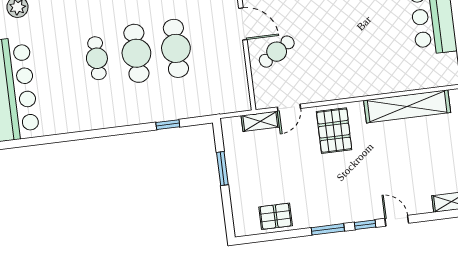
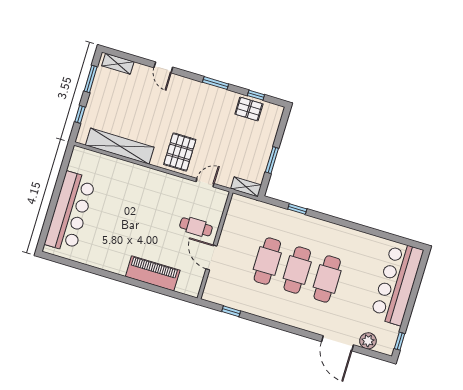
cafe table: (277, 52) -> (196, 227), turned 33
cafe table: (97, 58) -> (327, 279), width x1.37, depth x1.35
shelving: (260, 121) -> (246, 187), moved
window: (365, 225) -> (256, 95), moved

